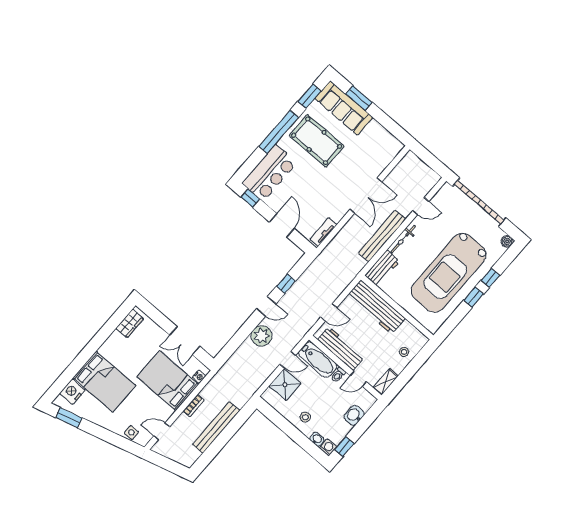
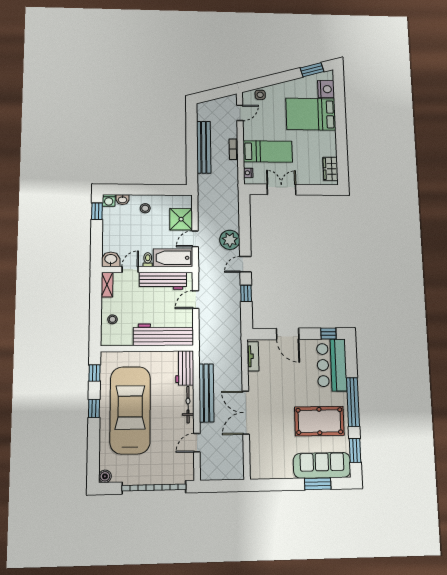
window: (490, 278) -> (95, 373), moved
bed: (168, 381) -> (268, 151), width x0.67
washbasin: (354, 415) -> (111, 259), moved, turned -90

